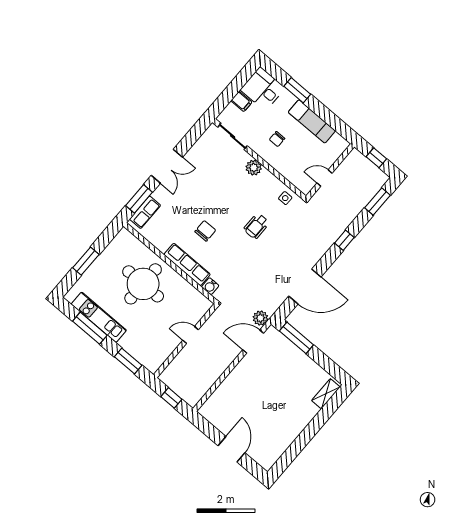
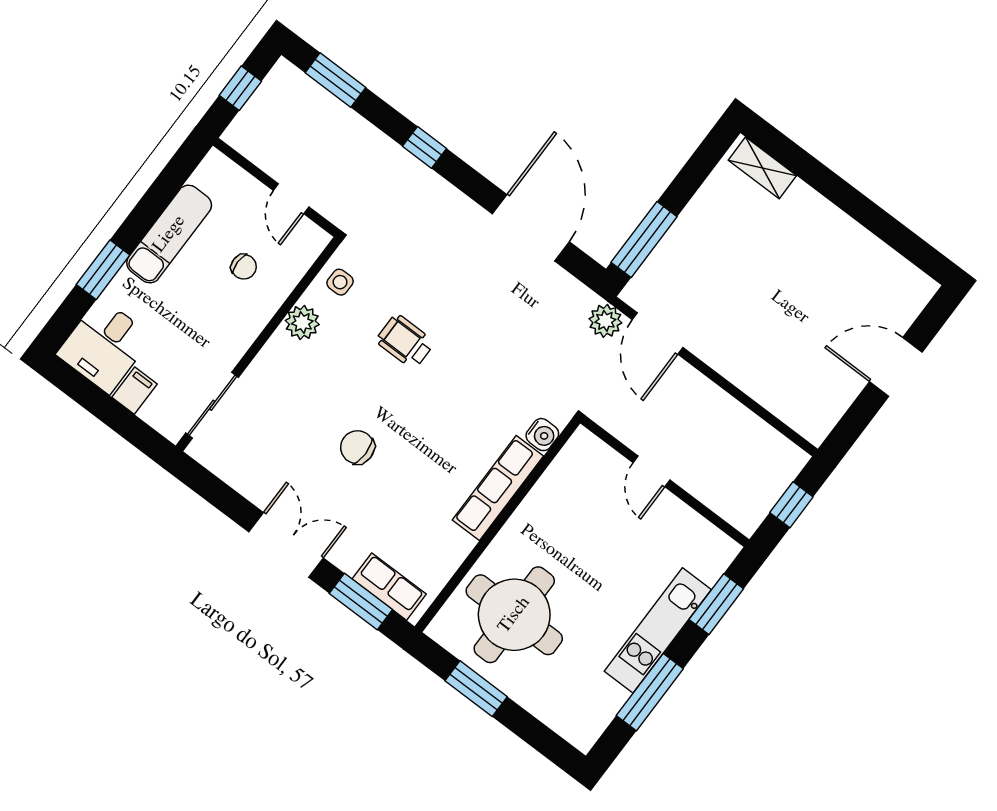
chair: (277, 139) -> (244, 267), moved
plant: (254, 168) -> (302, 322), moved
wheelchair: (256, 226) -> (405, 342), turned 180
chair: (205, 231) -> (357, 447), moved
window: (86, 261) -> (476, 689), moved
round table: (143, 284) -> (514, 615), moved
kitchen unit: (99, 317) -> (658, 630), moved

